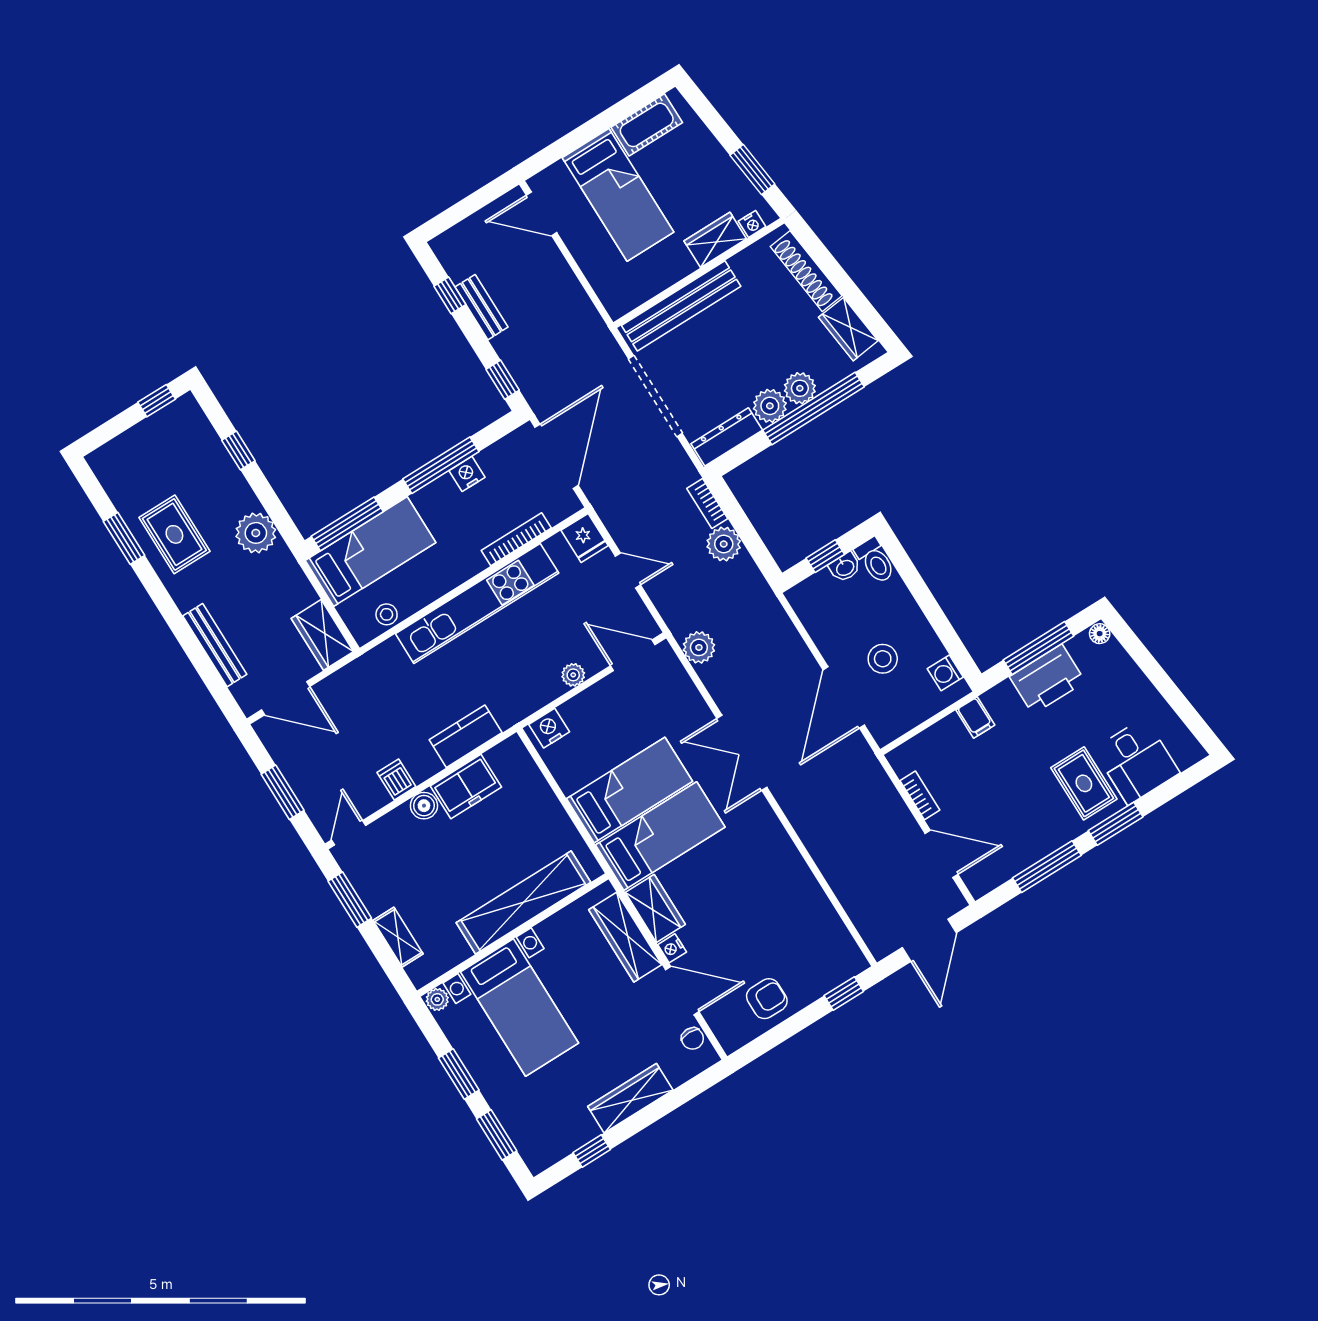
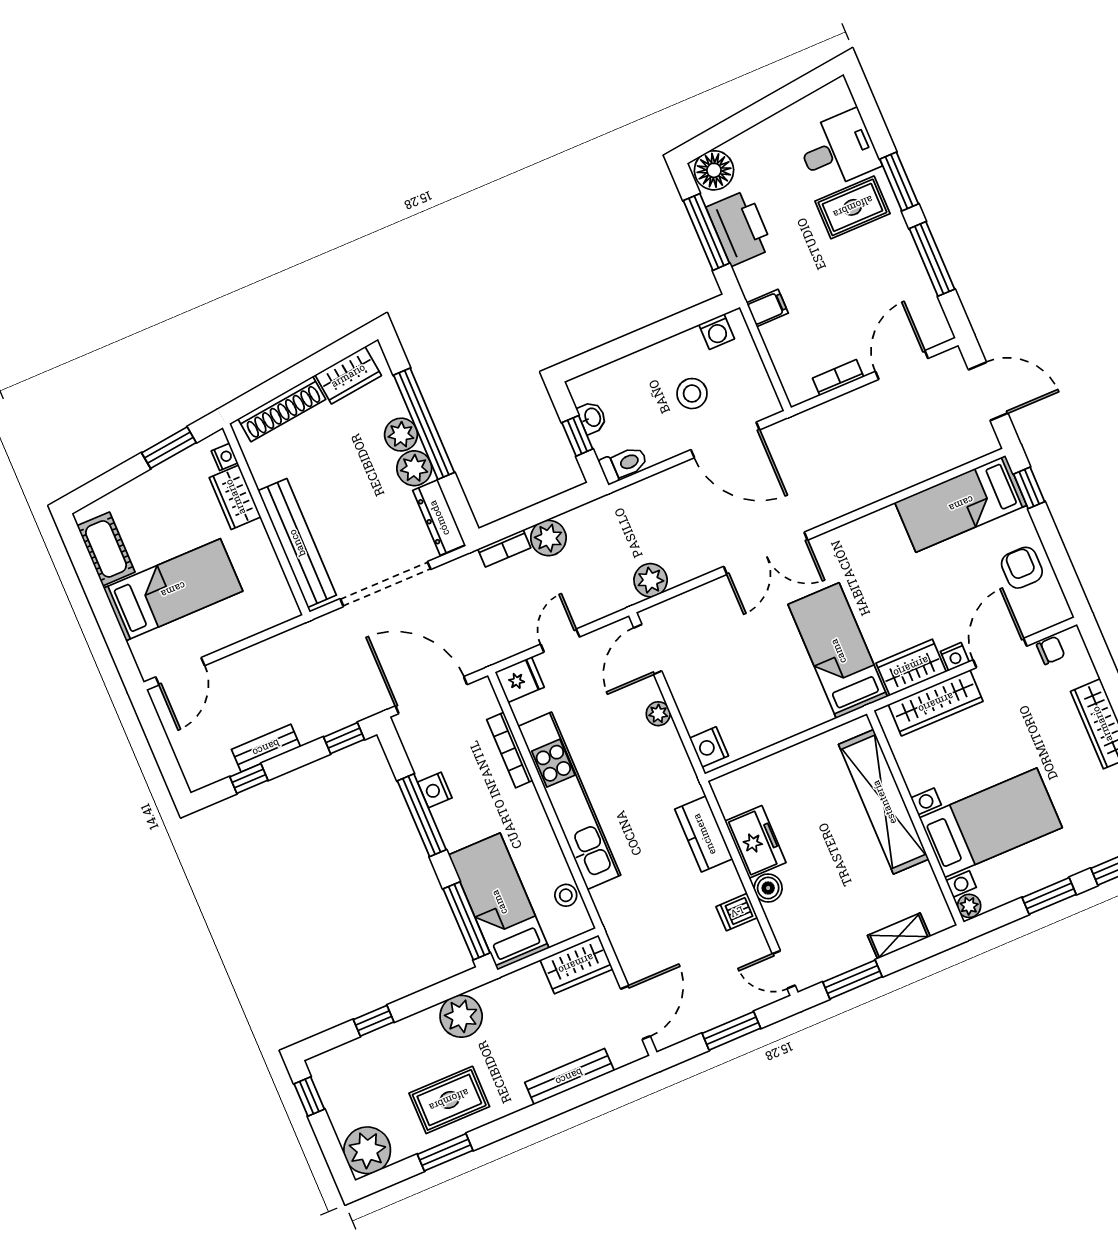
plant: (114, 464) -> (367, 1150), added
toilet: (875, 561) -> (624, 464), moved
floor lamp: (1100, 634) -> (714, 170), width x1.89, depth x1.89
bed: (630, 790) -> (961, 504), moved, turned -90

